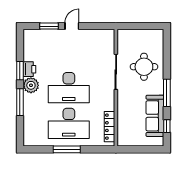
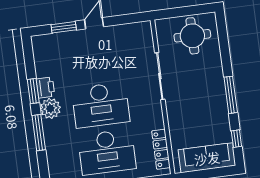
round table: (144, 67) -> (192, 36), moved
sofa: (155, 116) -> (207, 158), moved, turned 90

